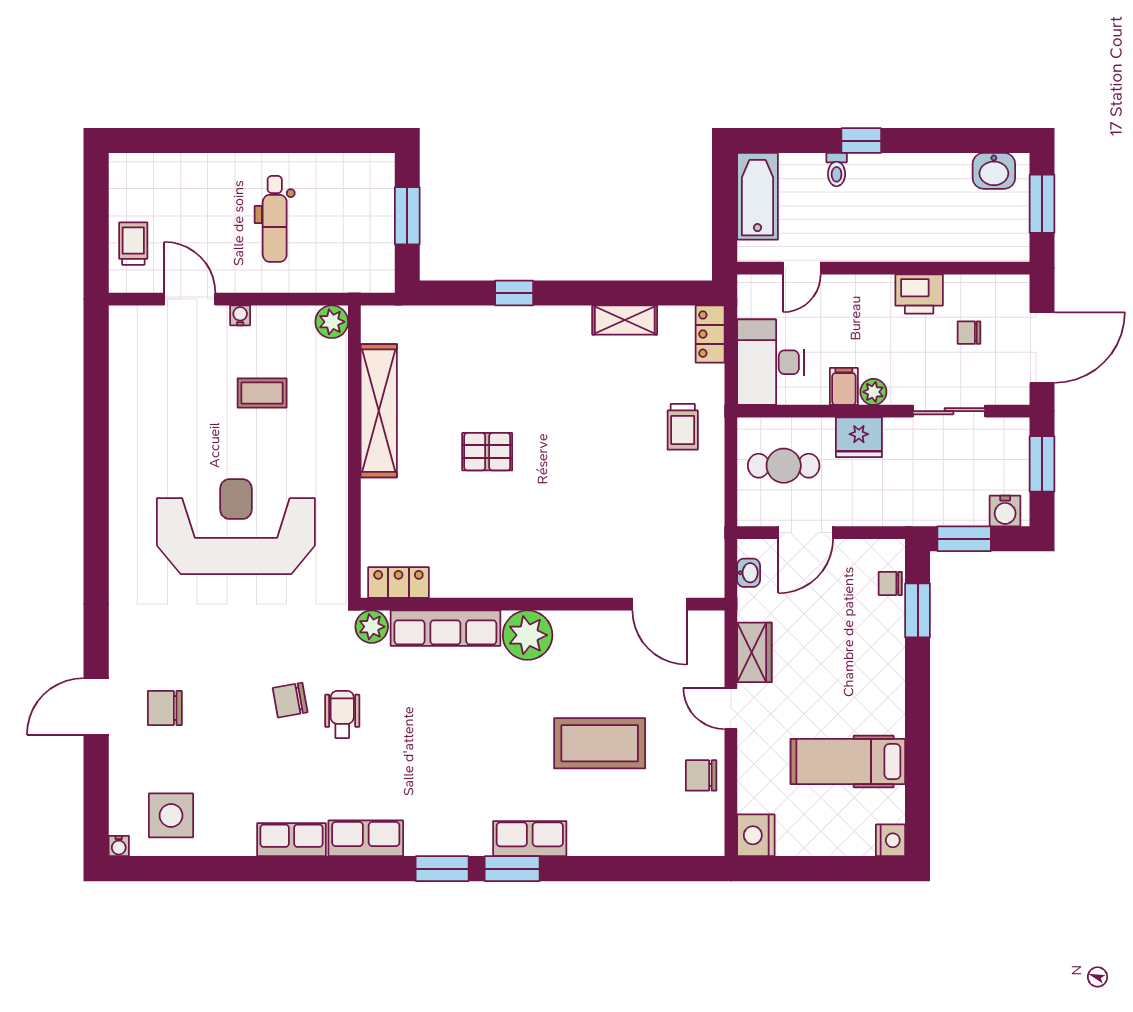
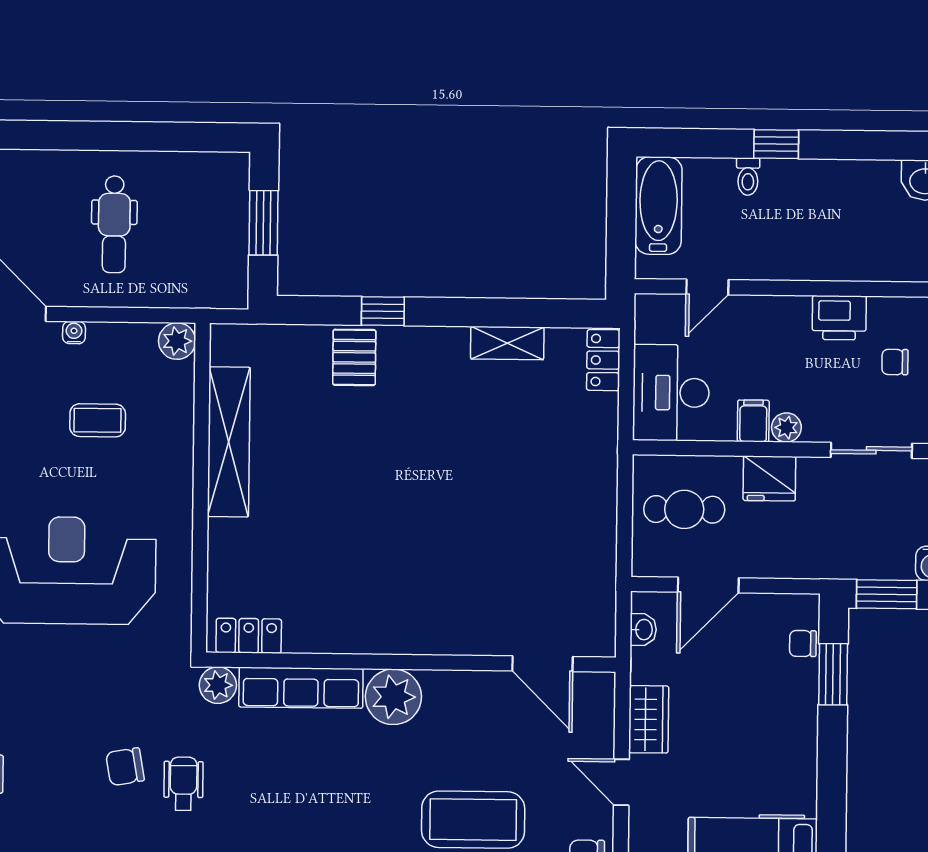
trolley: (683, 427) -> (571, 464), removed
pallet: (487, 452) -> (354, 357), moved, turned 90

